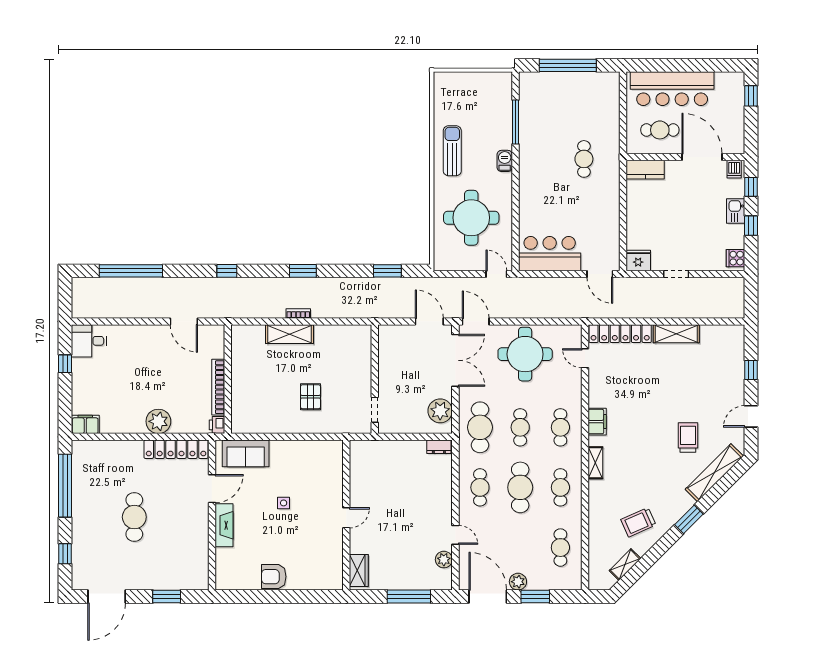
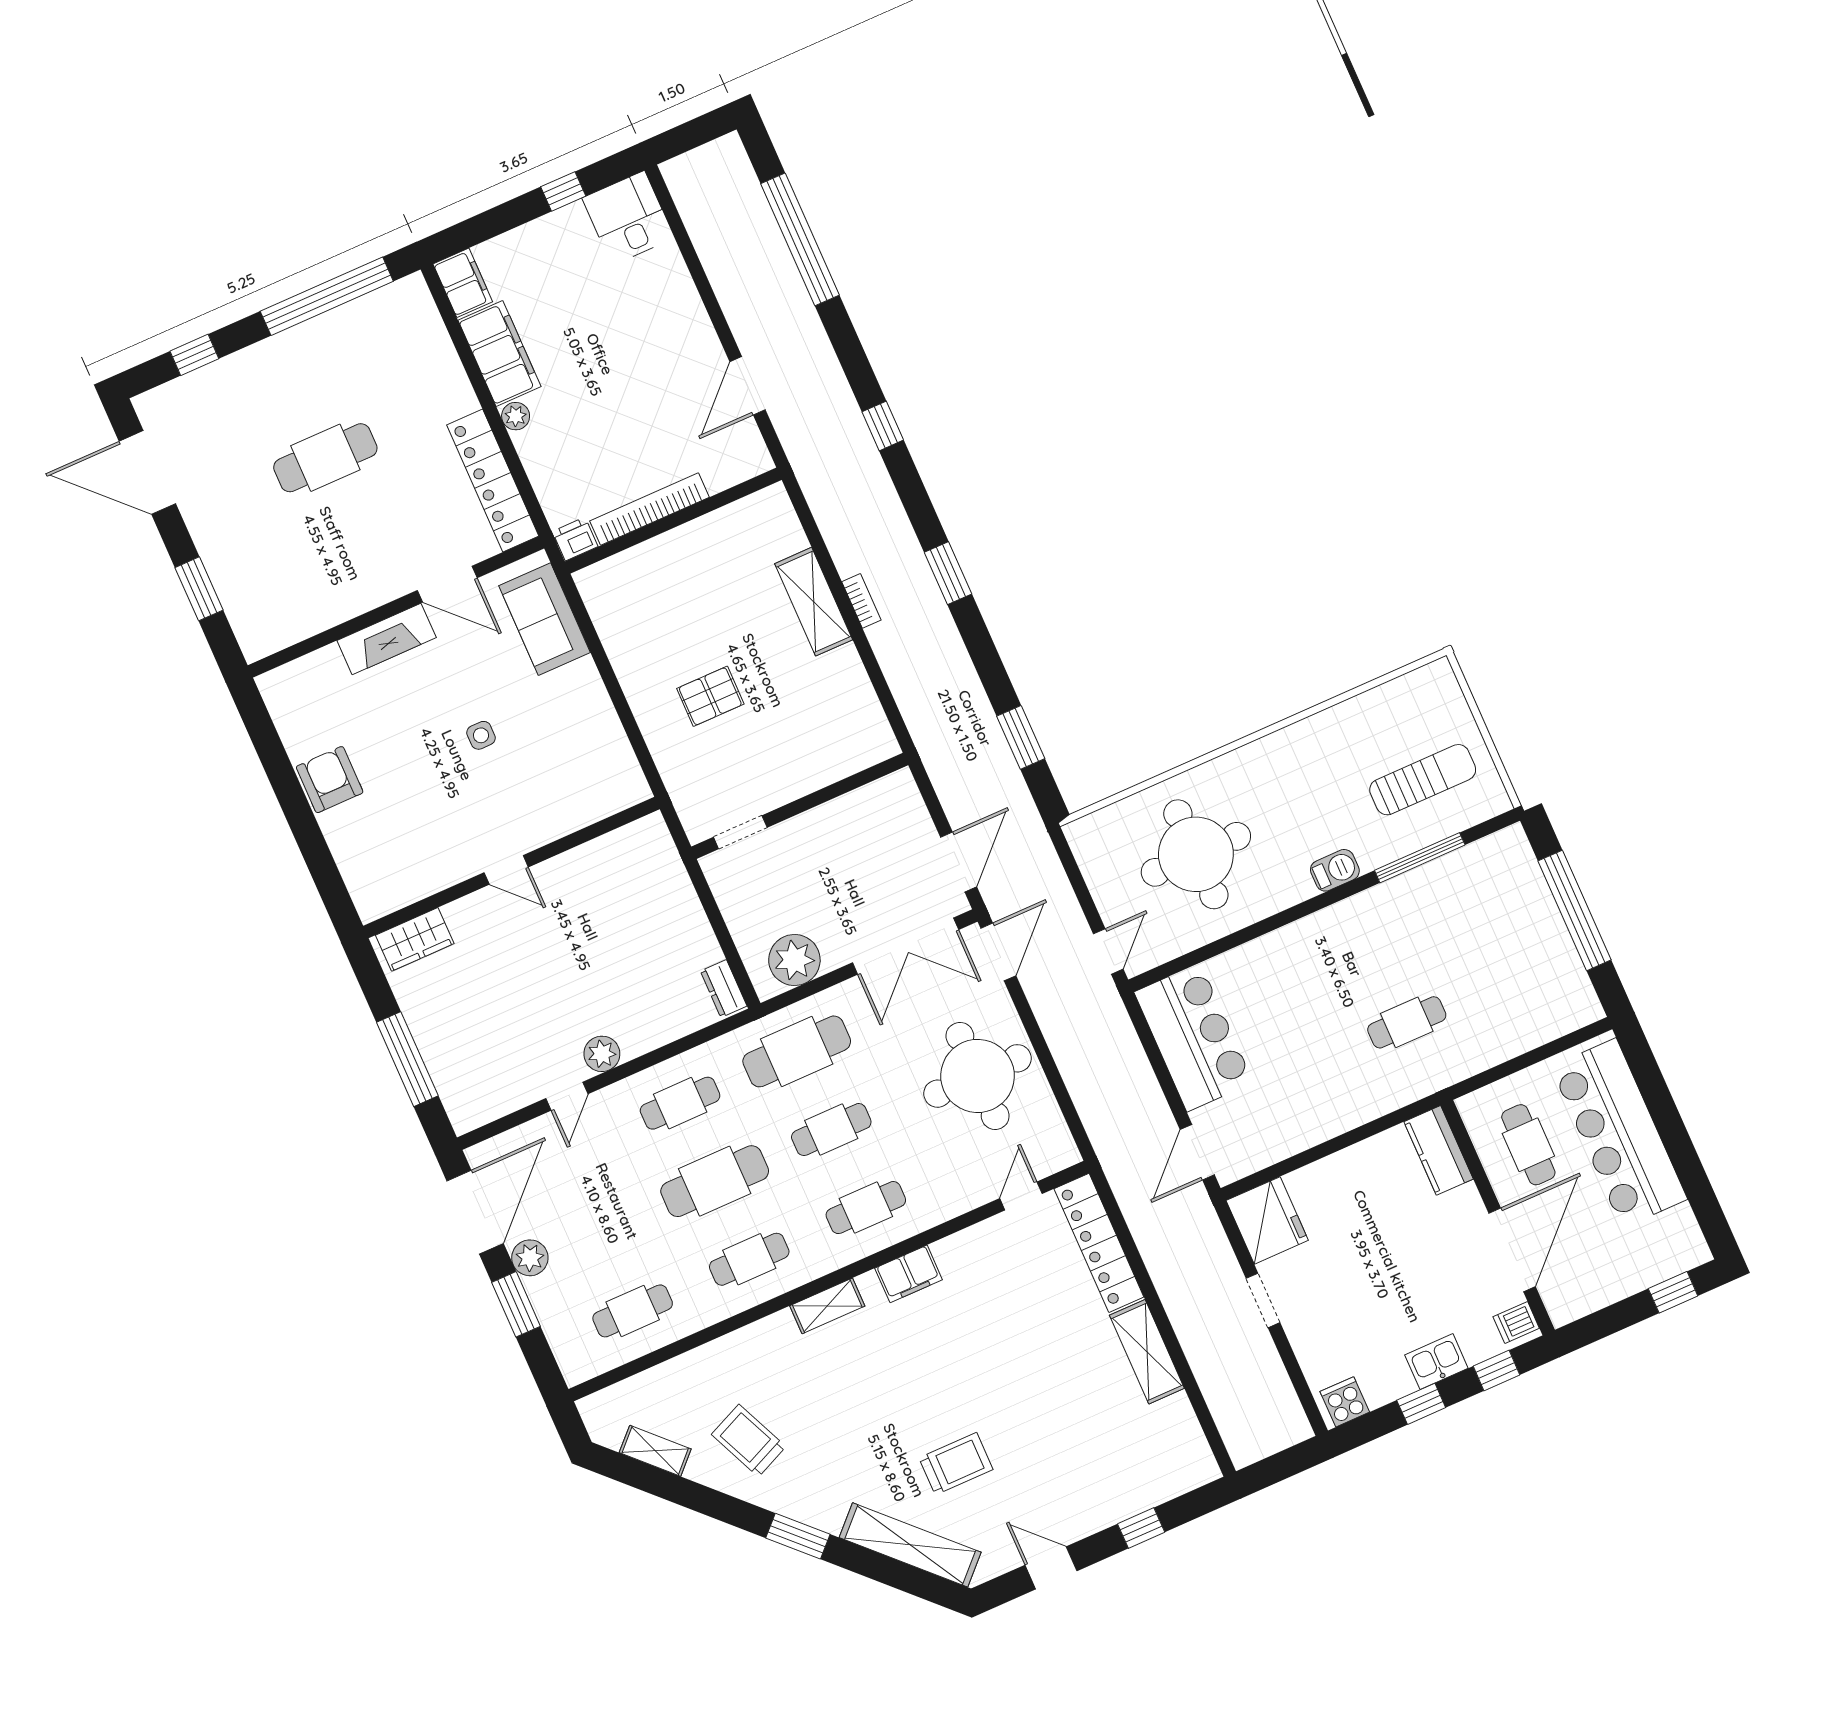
sun lounger: (452, 151) -> (1423, 780), moved
fridge: (638, 260) -> (1267, 1220), width x1.36, depth x1.34
plant: (158, 421) -> (516, 416), width x0.53, depth x0.53
filing cabinet: (123, 422) -> (499, 353), added
plant: (444, 560) -> (602, 1054), moved

